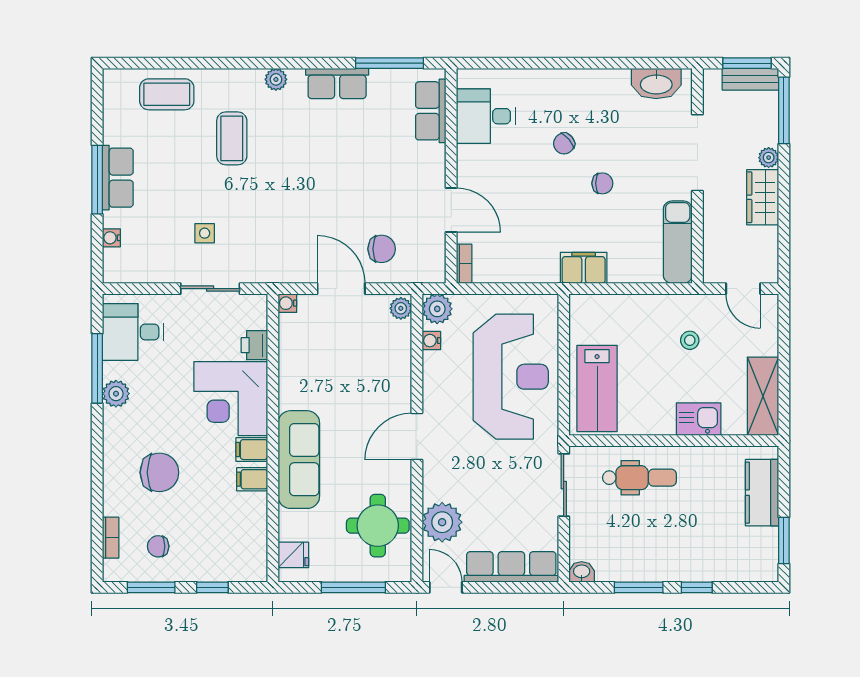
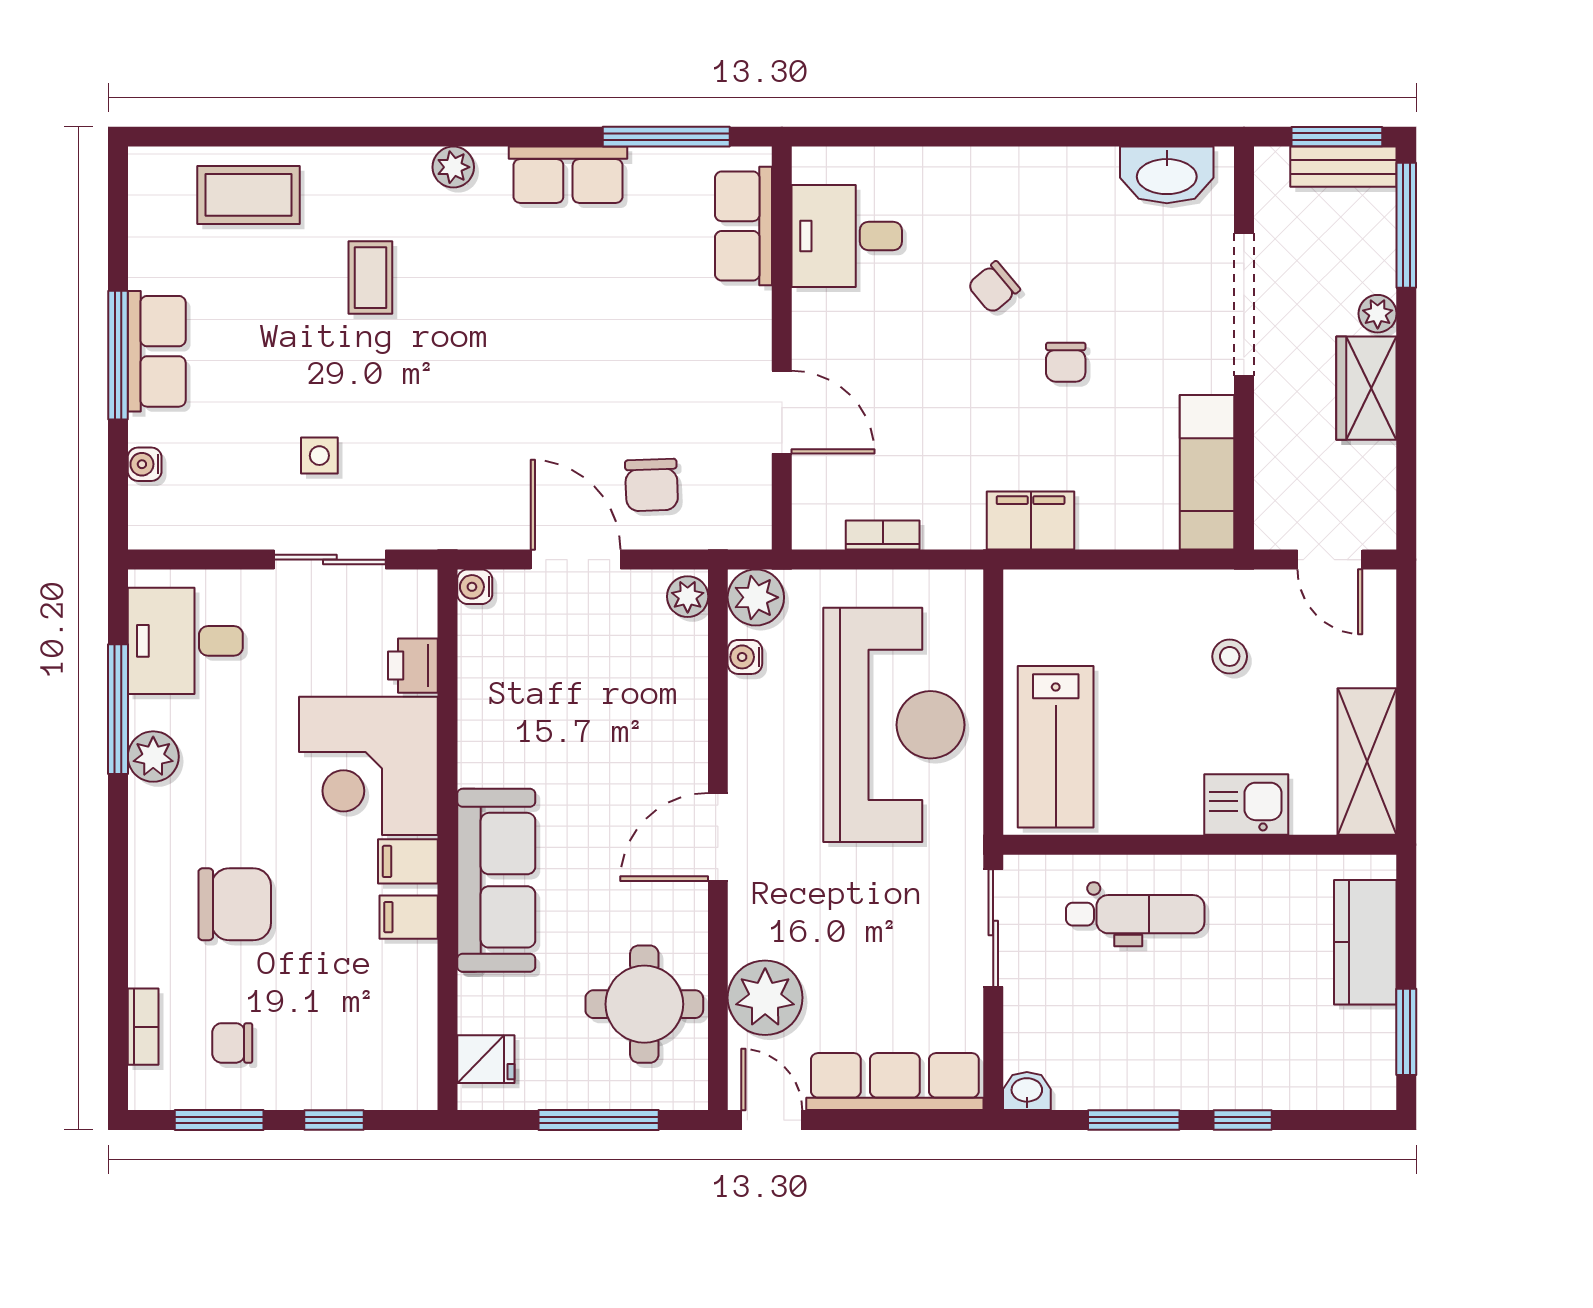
coffee table: (232, 138) -> (370, 278), width x0.73, depth x0.77
chair: (602, 183) -> (1066, 362), turned 90
chair: (382, 249) -> (651, 485), turned 88
bookcase: (464, 264) -> (883, 535), moved, turned -90

